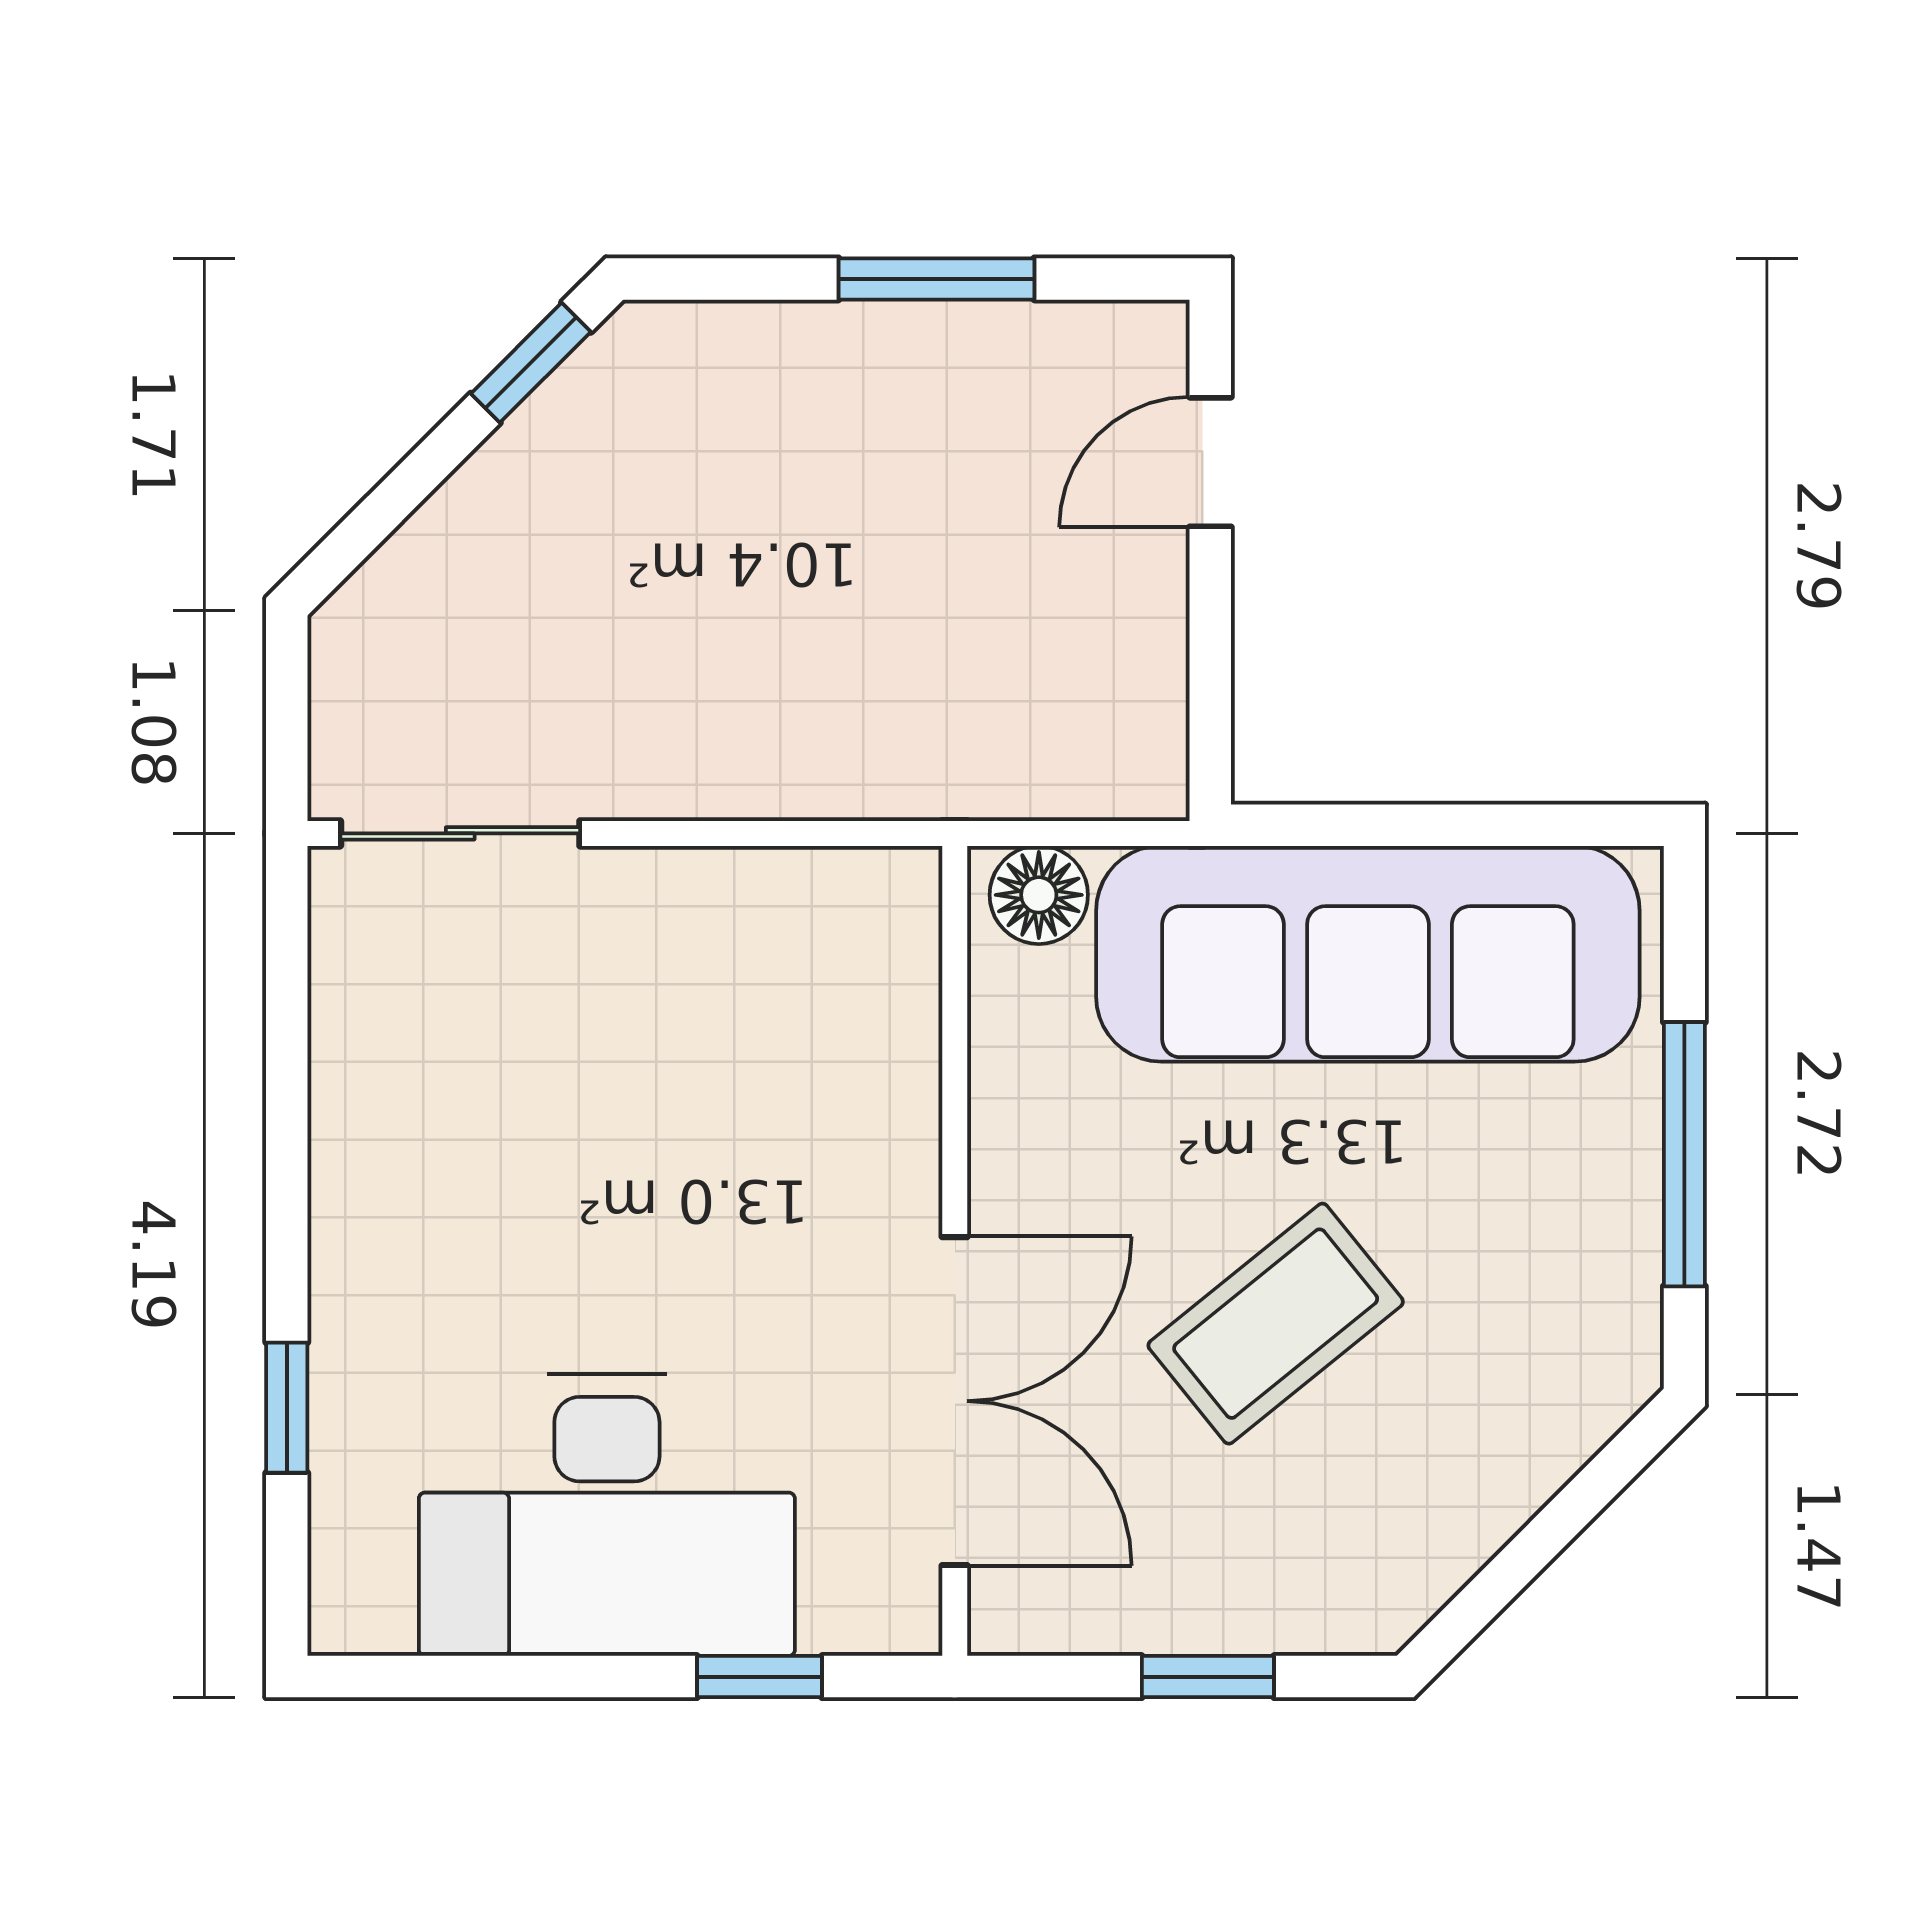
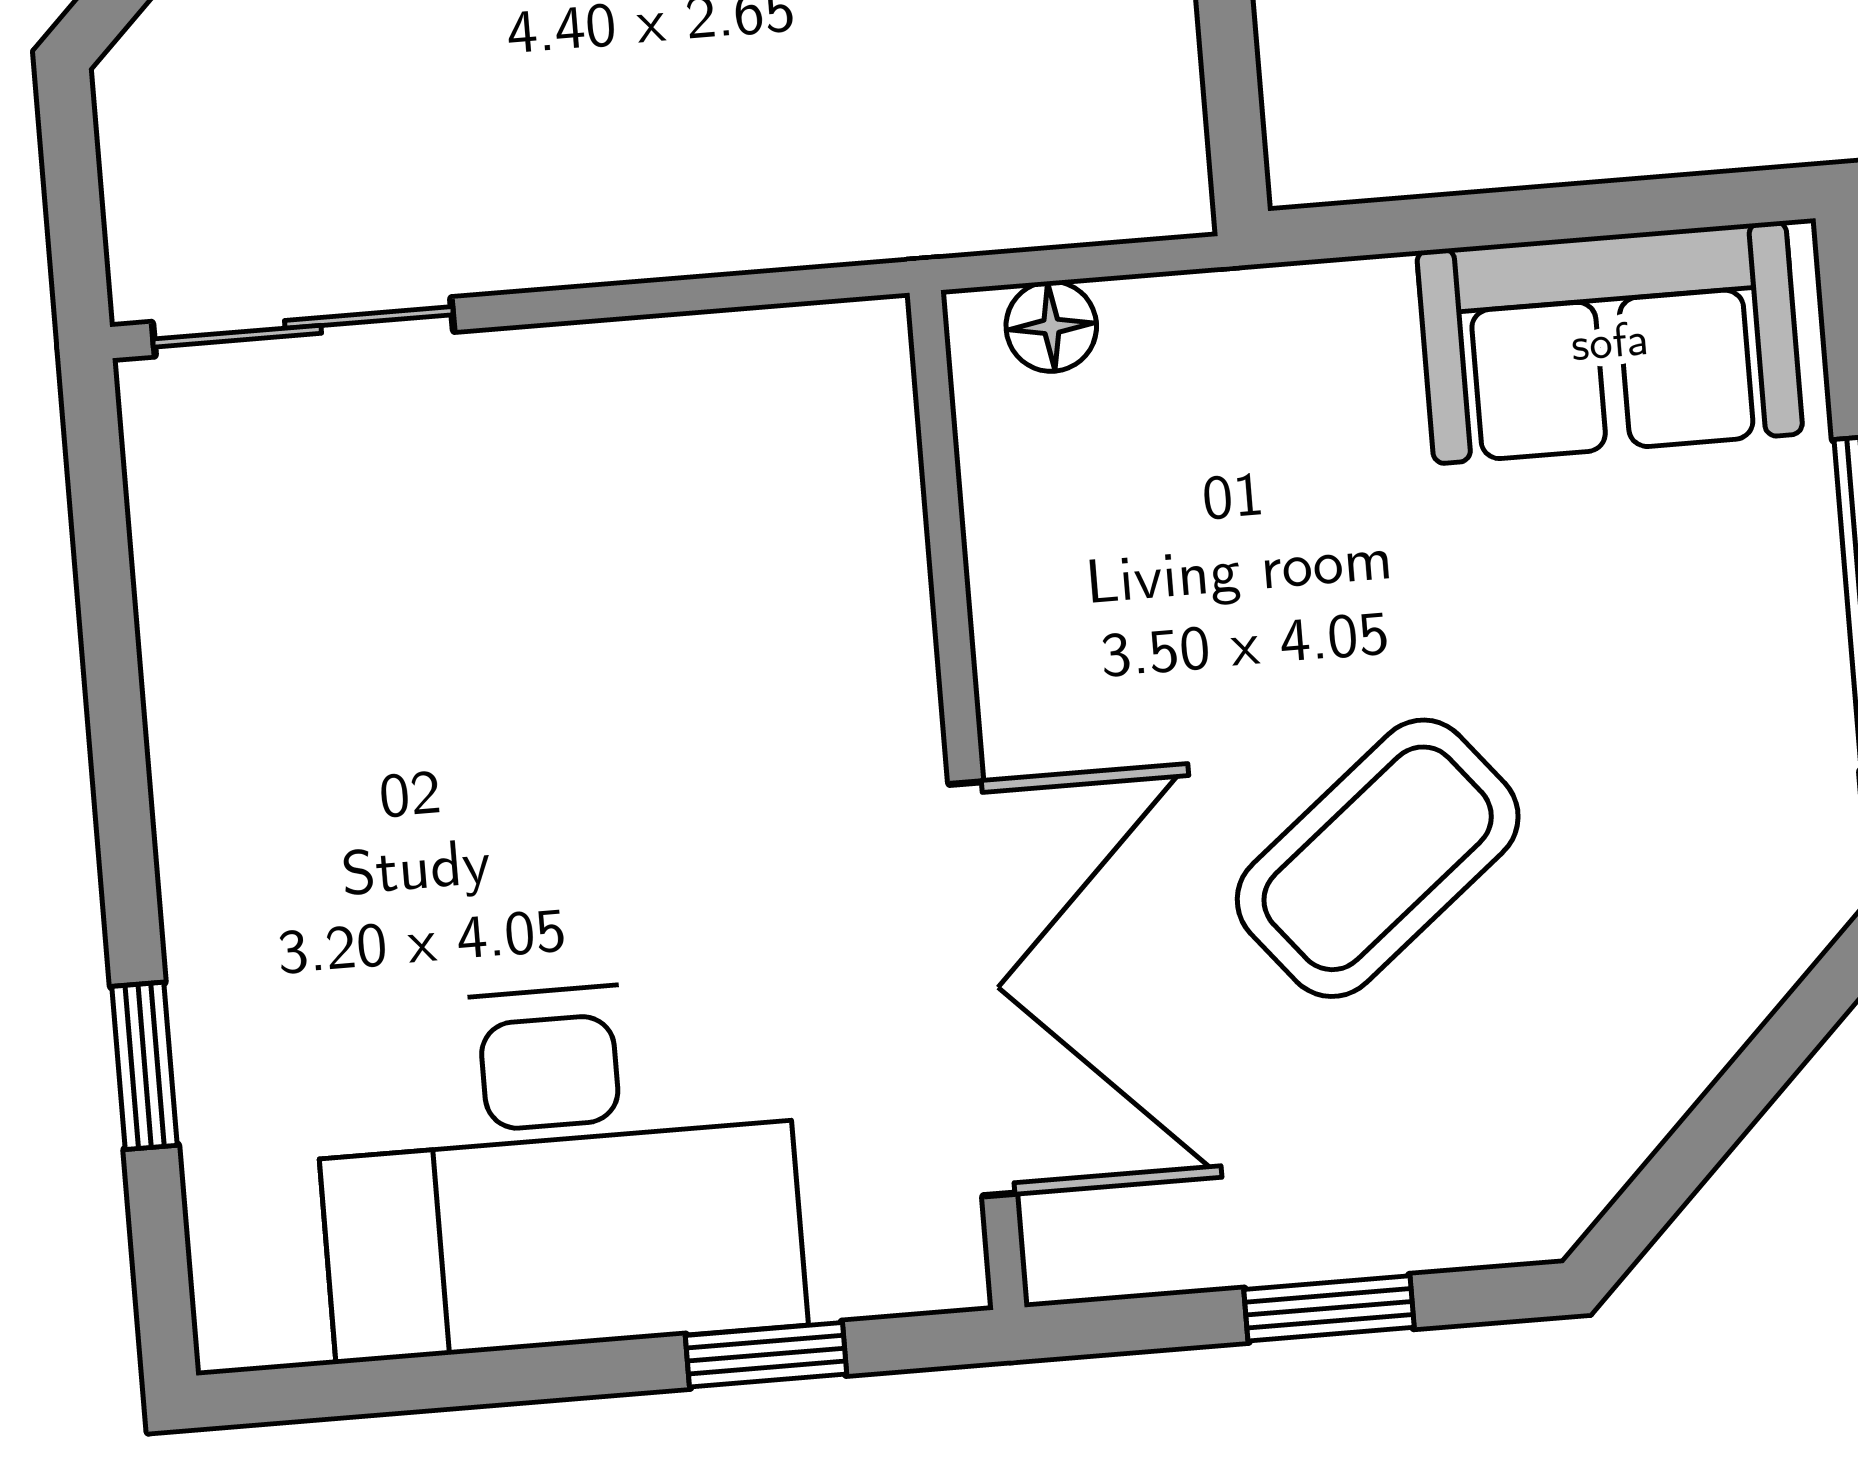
floor lamp: (1039, 895) -> (1051, 326), width x0.73, depth x0.73
sofa: (1368, 954) -> (1610, 342), width x0.54, depth x0.79

